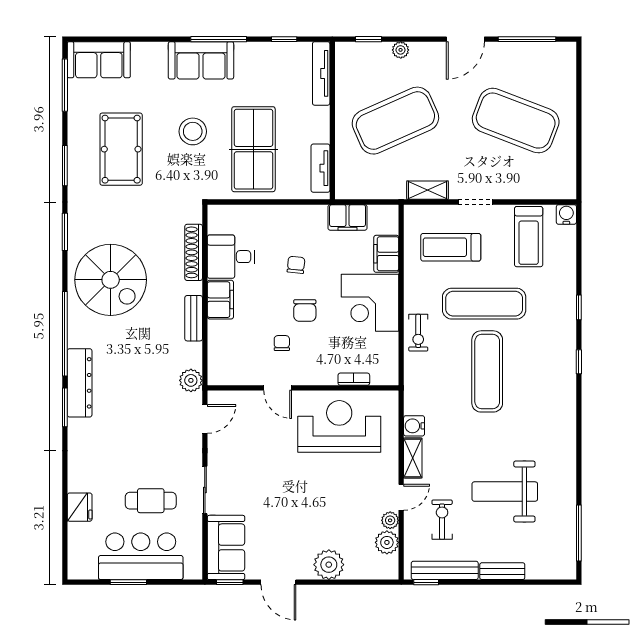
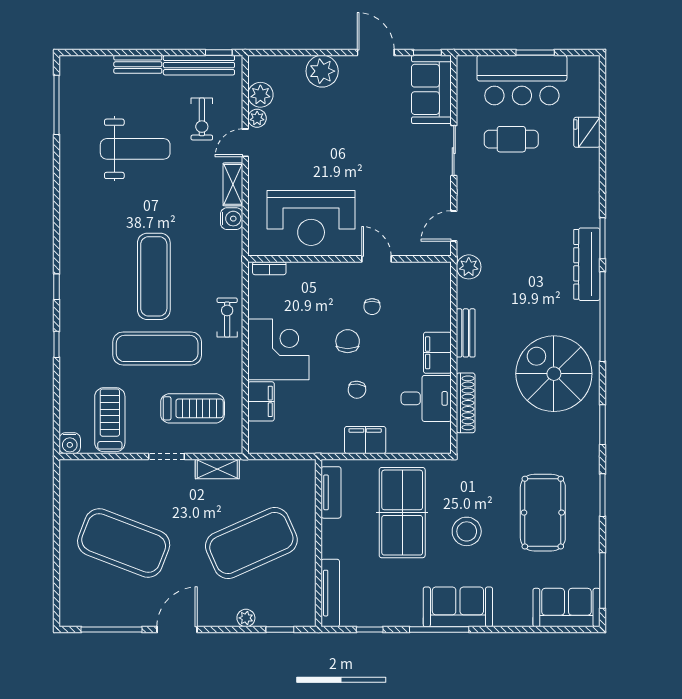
filing cabinet: (348, 217) -> (365, 440), moved
bookcase: (354, 379) -> (269, 268), moved

